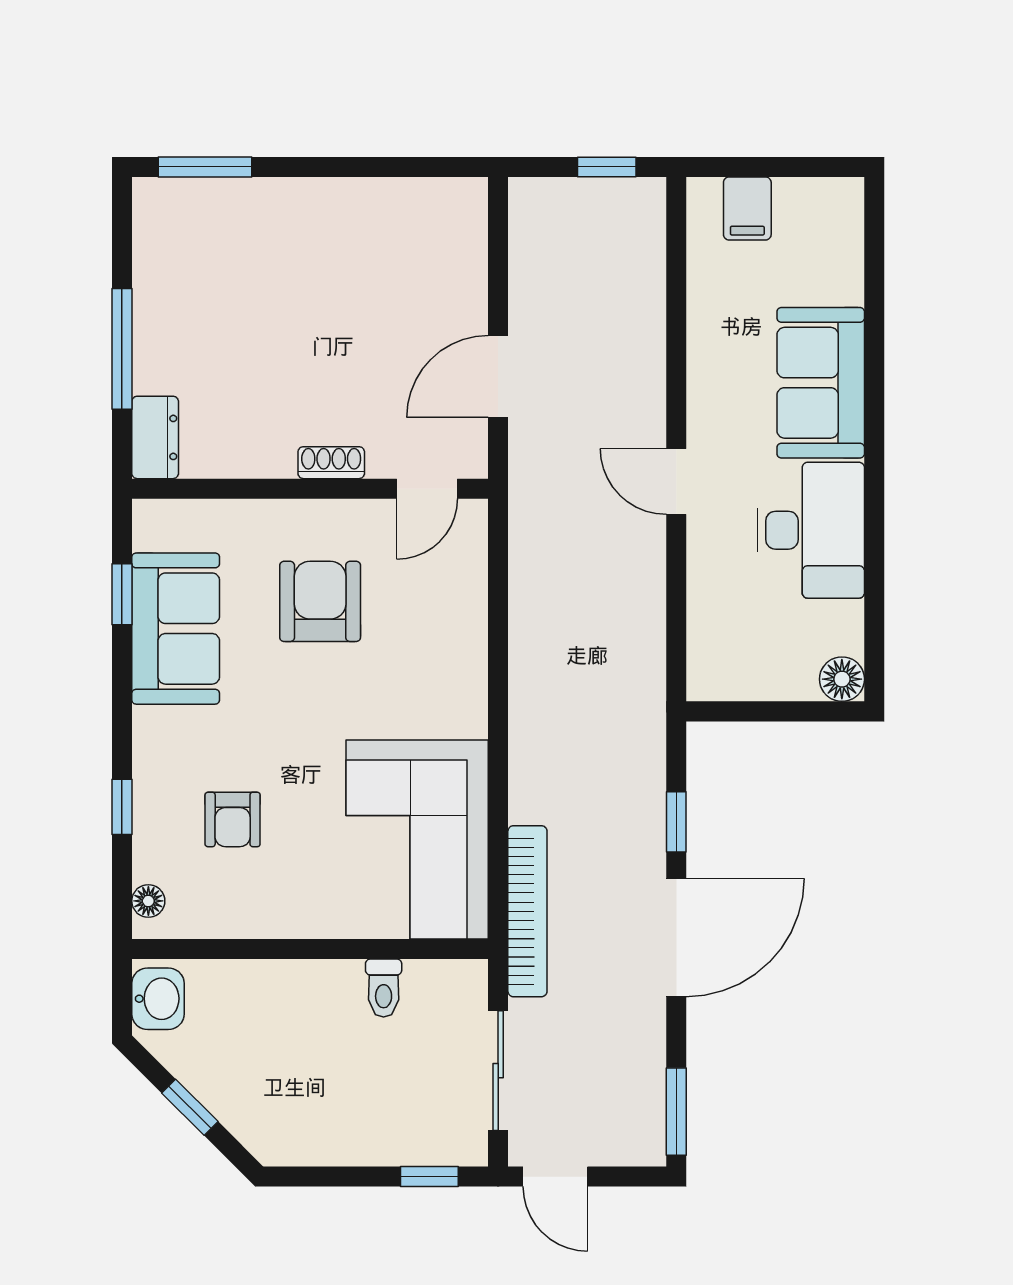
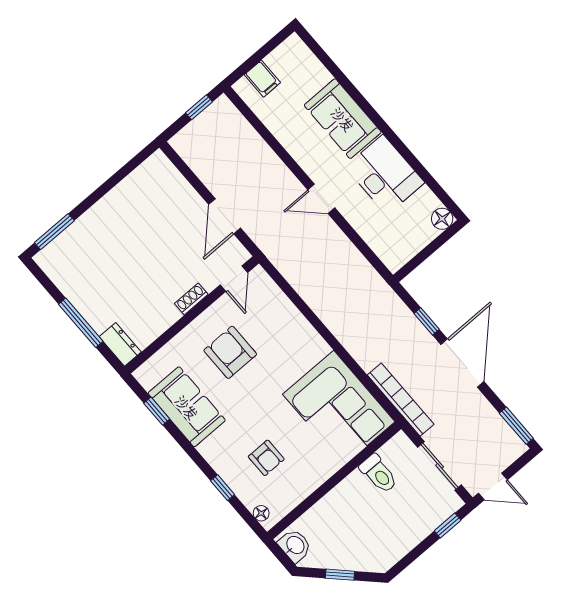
toilet: (384, 988) -> (379, 474), width x1.37, depth x1.39

